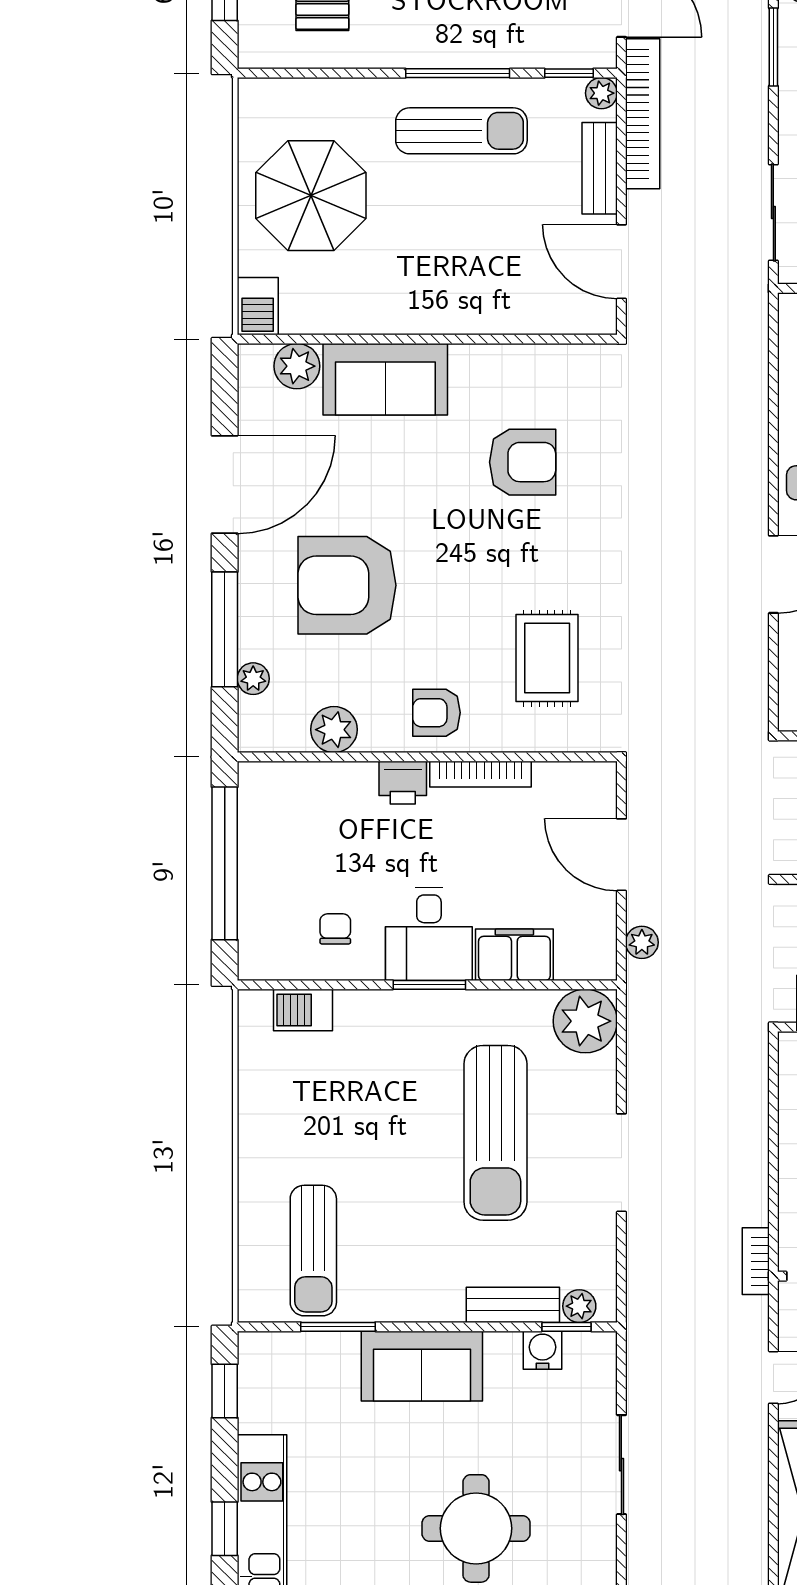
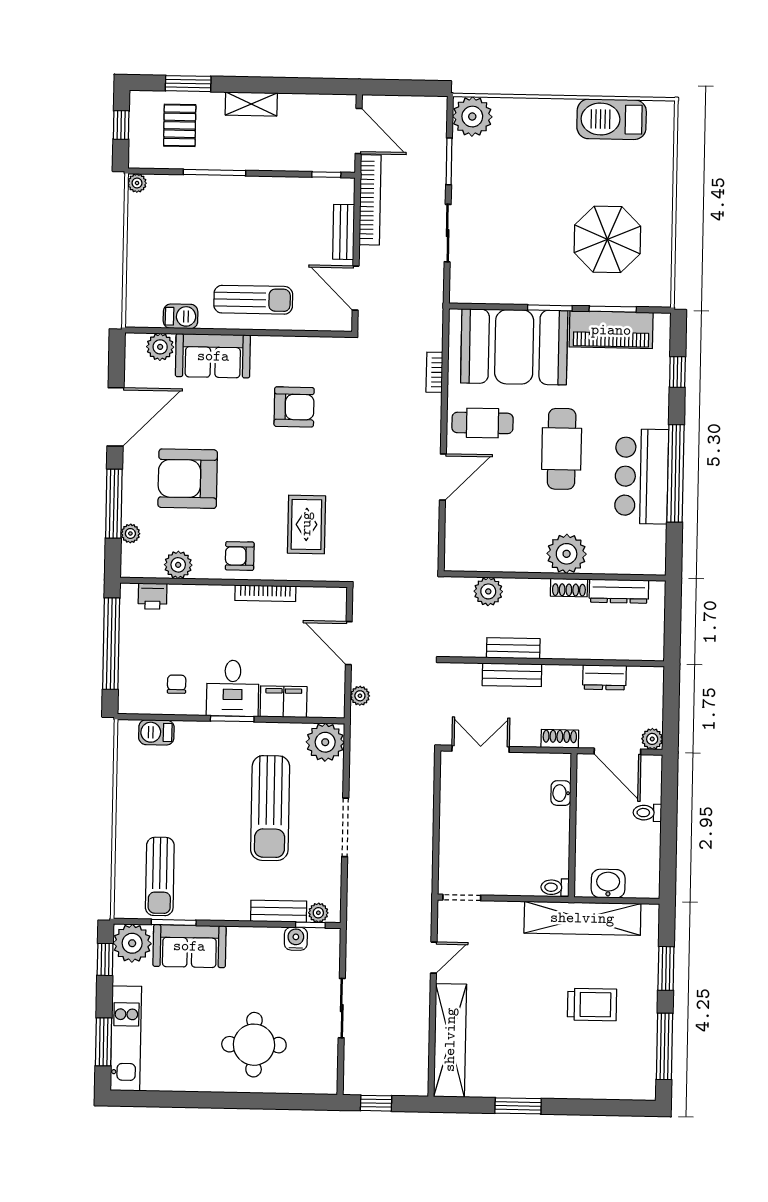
window: (458, 73) -> (214, 173), moved
plant: (601, 93) -> (137, 183), moved
sun lounger: (461, 131) -> (253, 300), moved
parasol: (311, 196) -> (170, 245), removed
sliding door: (773, 213) -> (448, 233), moved
barbecue: (258, 306) -> (181, 316), moved, turned -90
printer: (403, 783) -> (152, 596), moved
bookcase: (756, 1261) -> (434, 372), moved
plant: (269, 1363) -> (132, 943), added
sofa: (422, 1366) -> (189, 946), moved
window: (225, 1529) -> (104, 1042), width x1.50

